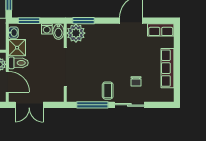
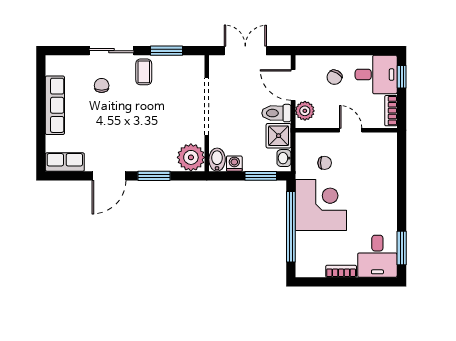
window: (83, 21) -> (154, 176), moved
double door: (29, 105) -> (245, 51), moved
window: (92, 105) -> (166, 51), width x0.69

